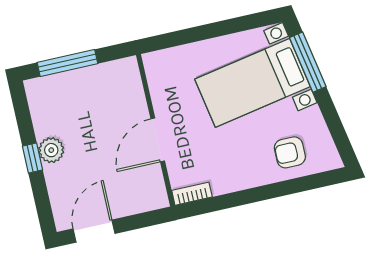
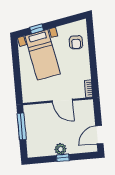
window: (308, 62) -> (37, 29), width x0.46
window: (67, 63) -> (22, 126), moved
door: (94, 231) -> (99, 135), hinge flipped

